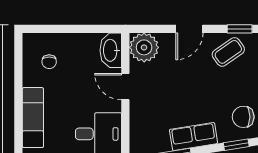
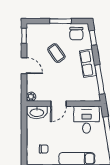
plant: (144, 47) -> (31, 97), width x0.53, depth x0.53
coffee table: (228, 52) -> (56, 53), moved

